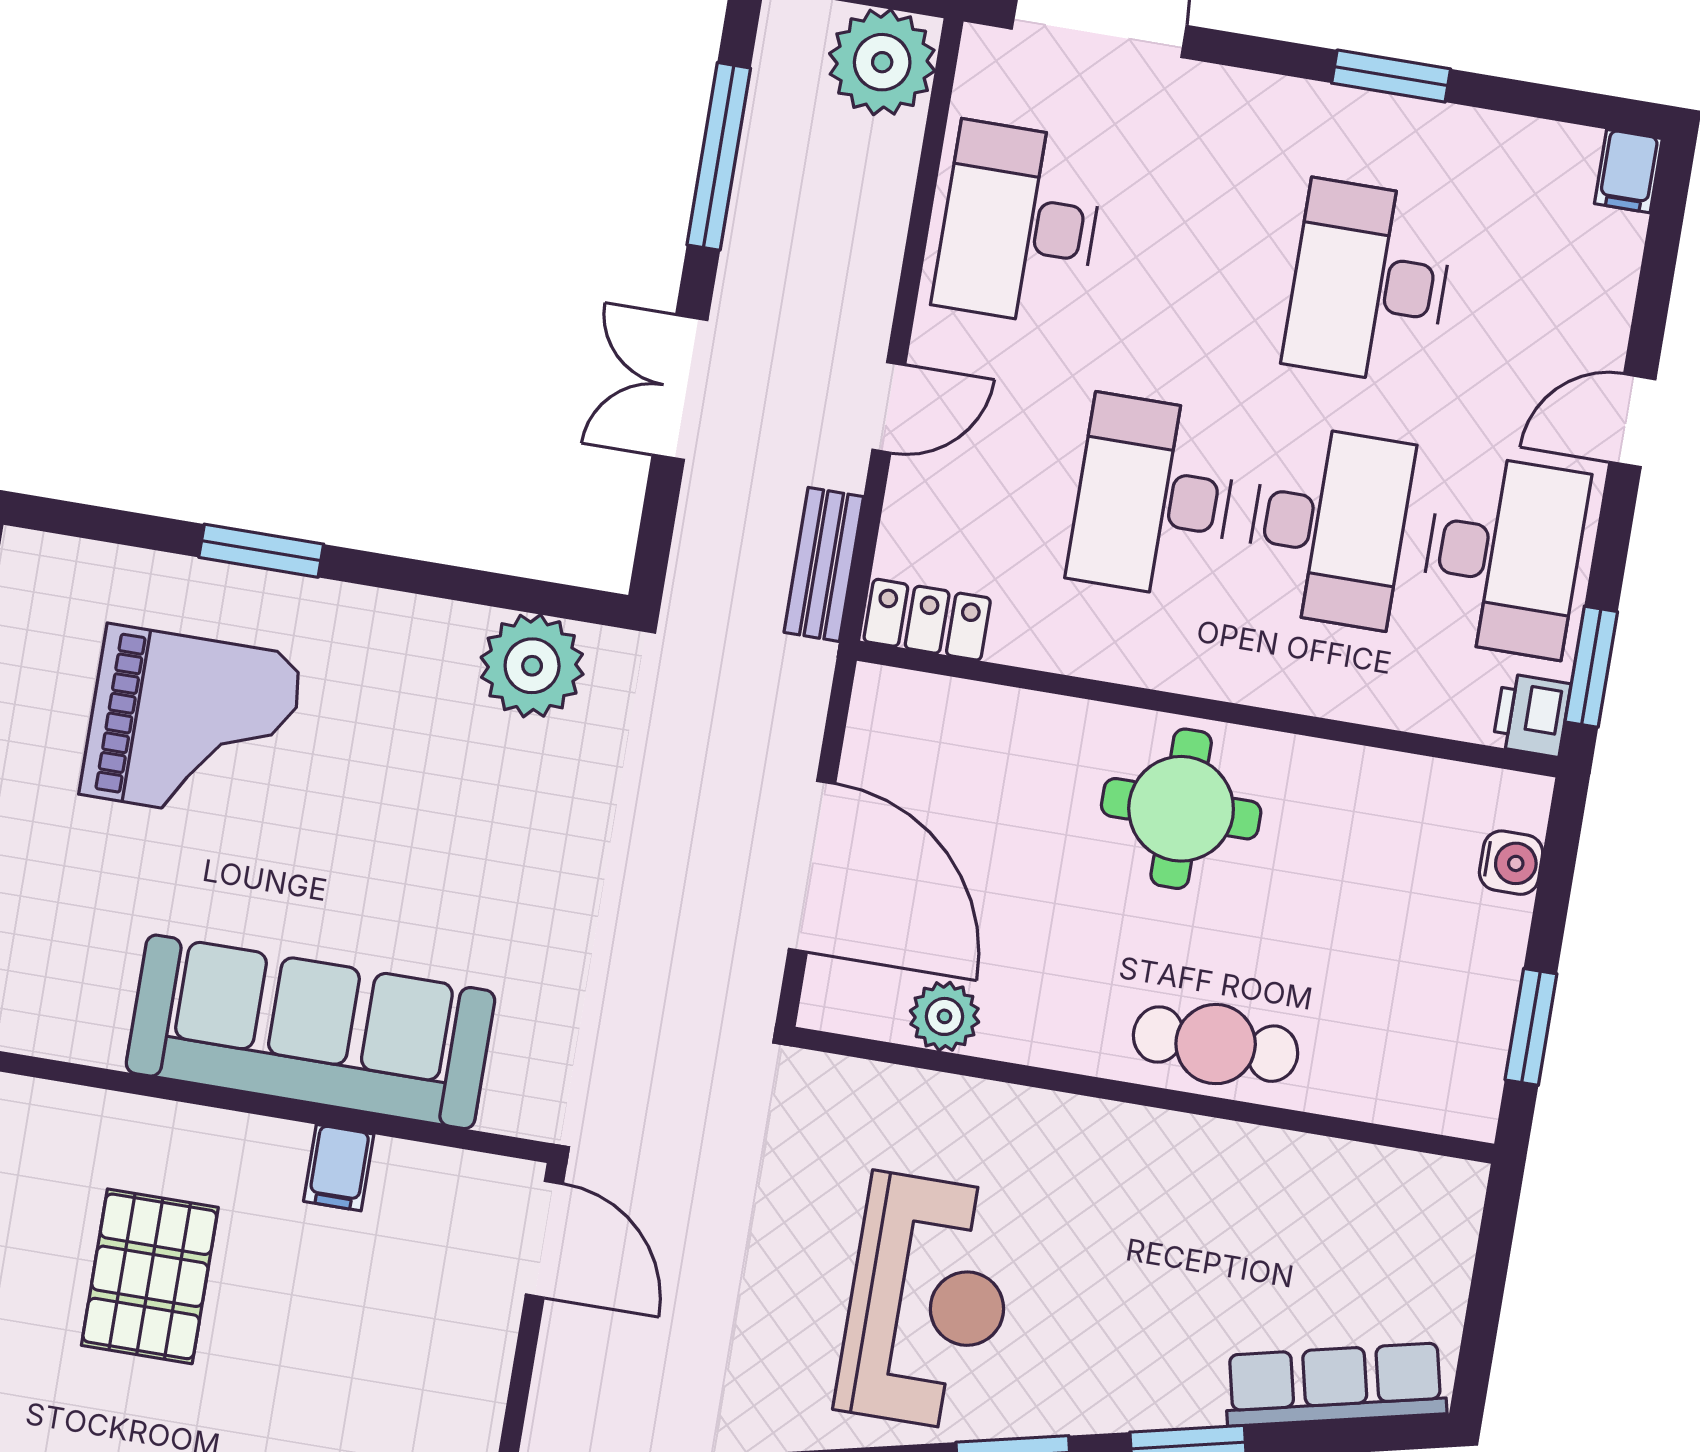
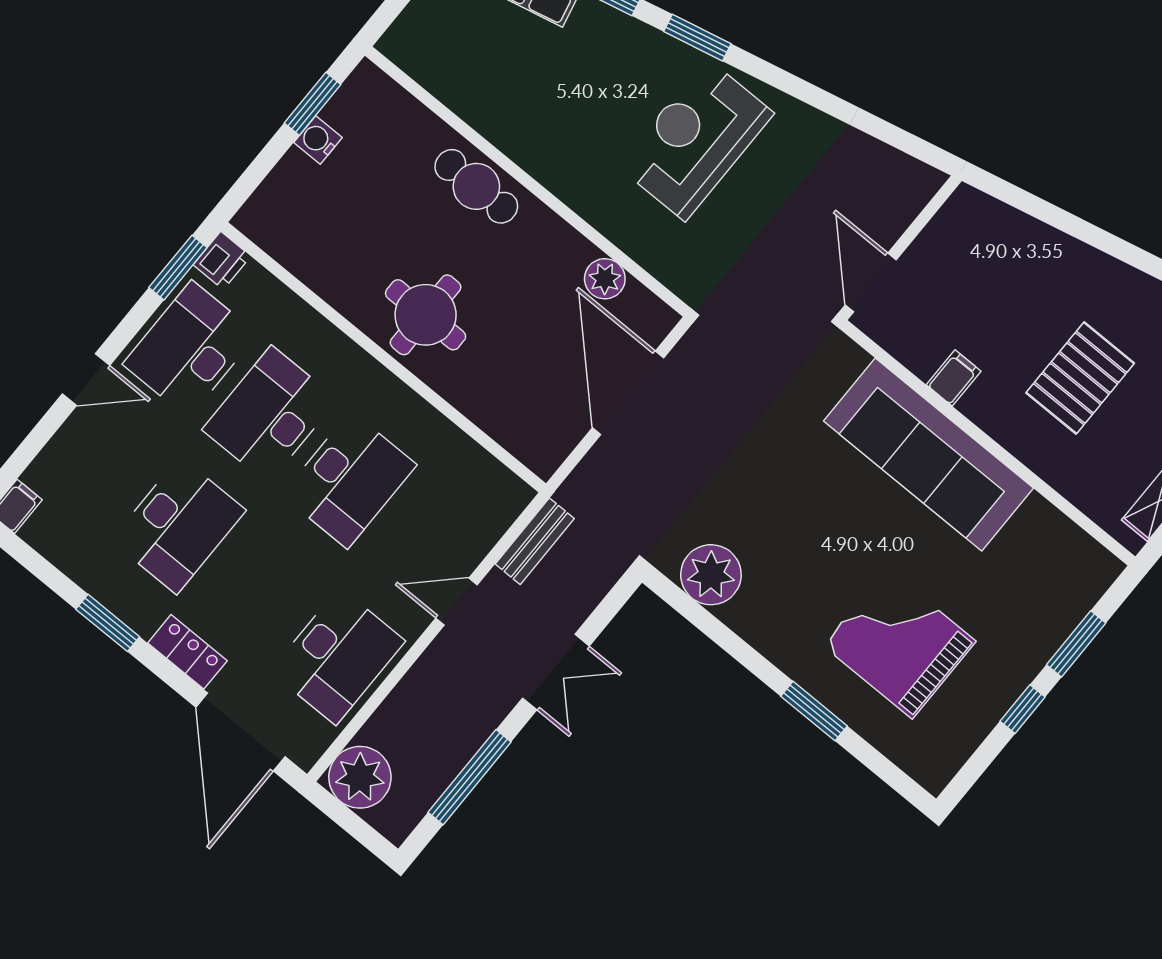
locker: (927, 620) -> (187, 652), moved, turned 180
water cooler: (1511, 863) -> (318, 140), moved

